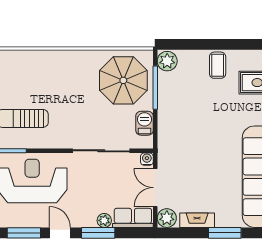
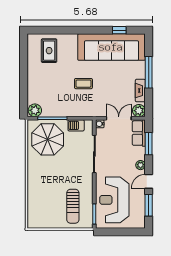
coffee table: (218, 65) -> (83, 84), moved
double door: (155, 188) -> (119, 118), swing flipped
plant: (104, 220) -> (141, 165), moved
window: (98, 233) -> (149, 144), moved
window: (225, 233) -> (149, 72), width x1.44

